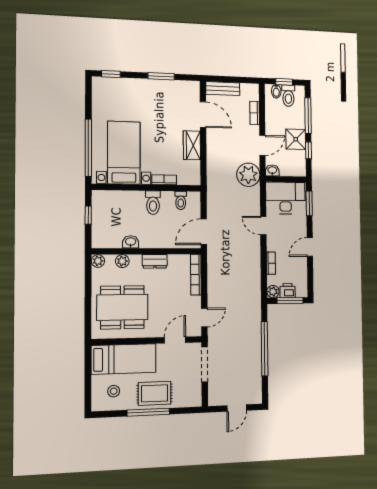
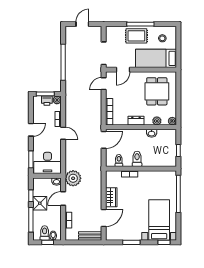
door: (203, 115) -> (104, 218), swing flipped
bed with nightstands: (124, 153) -> (159, 220), moved, turned 180
door: (263, 226) -> (63, 133), moved
dining table: (122, 307) -> (157, 91), width x0.73

